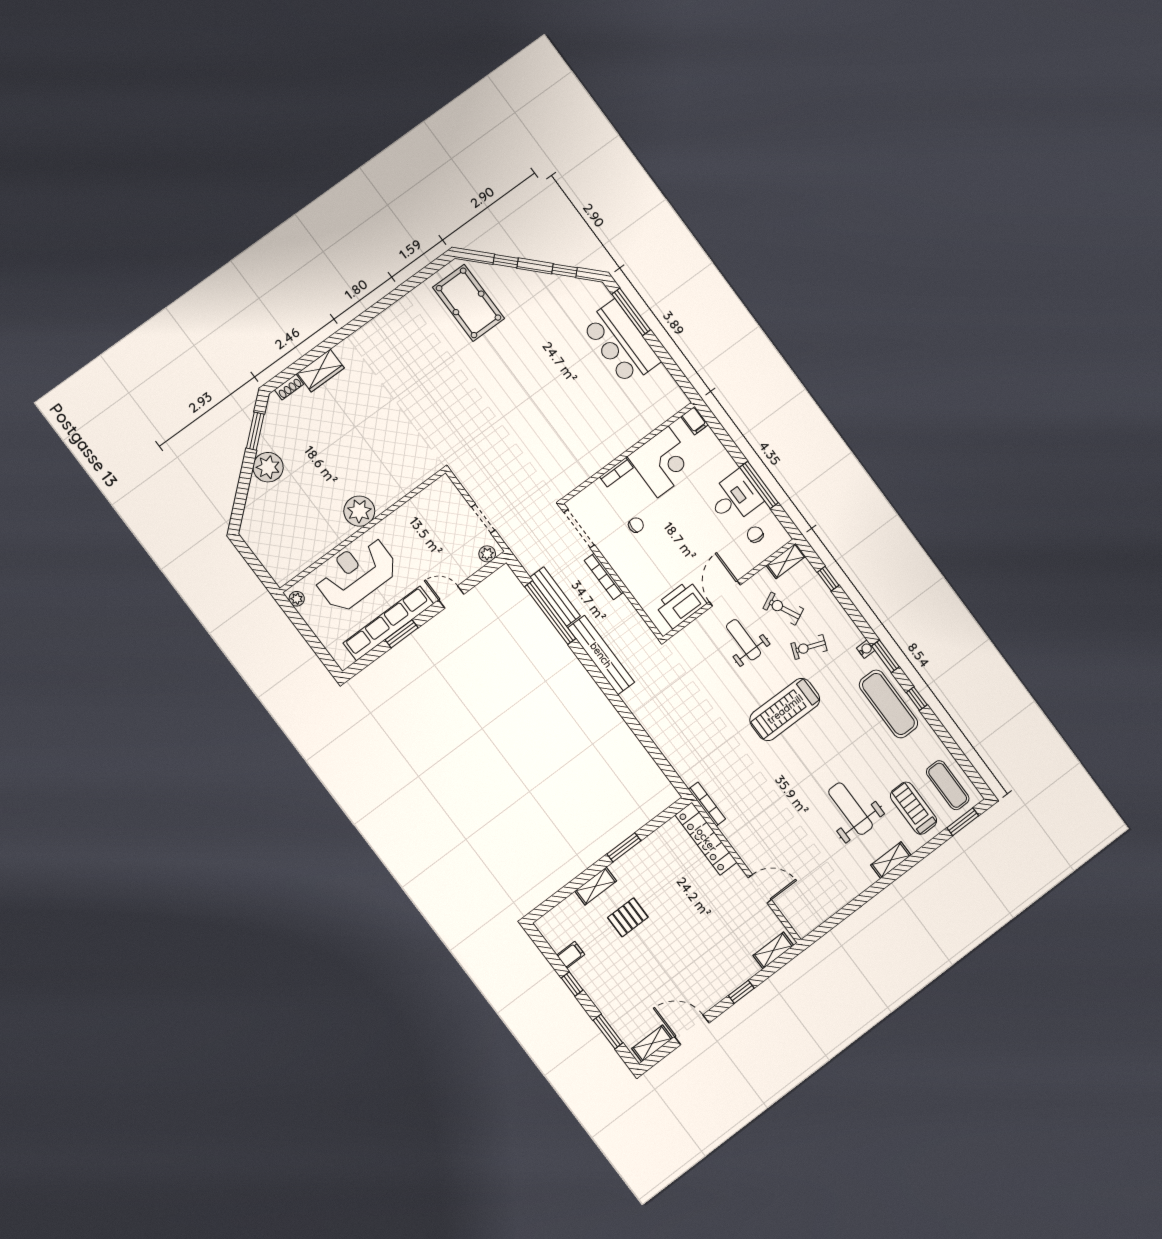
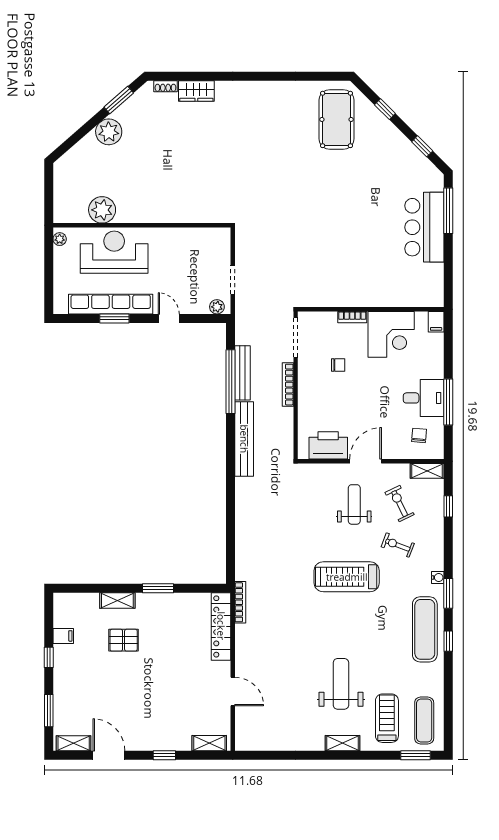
plant: (359, 511) -> (102, 210), moved

